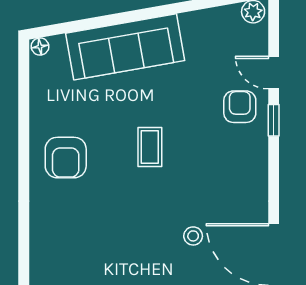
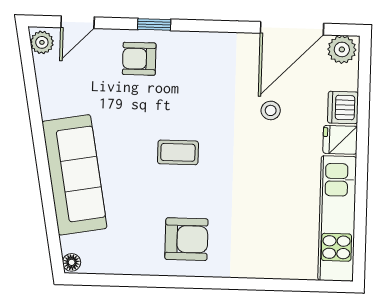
door: (274, 73) -> (78, 22), moved

